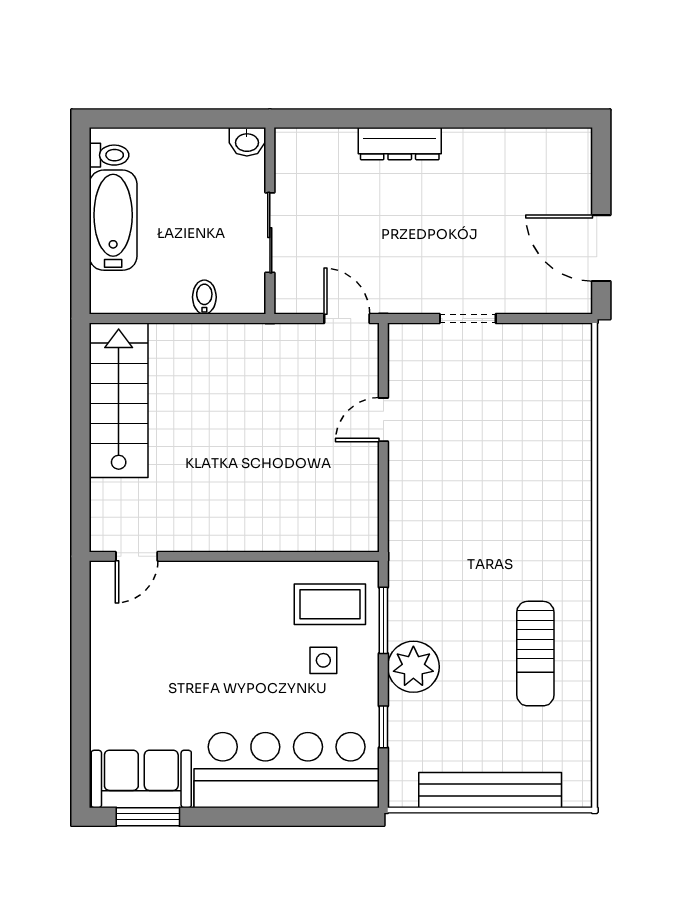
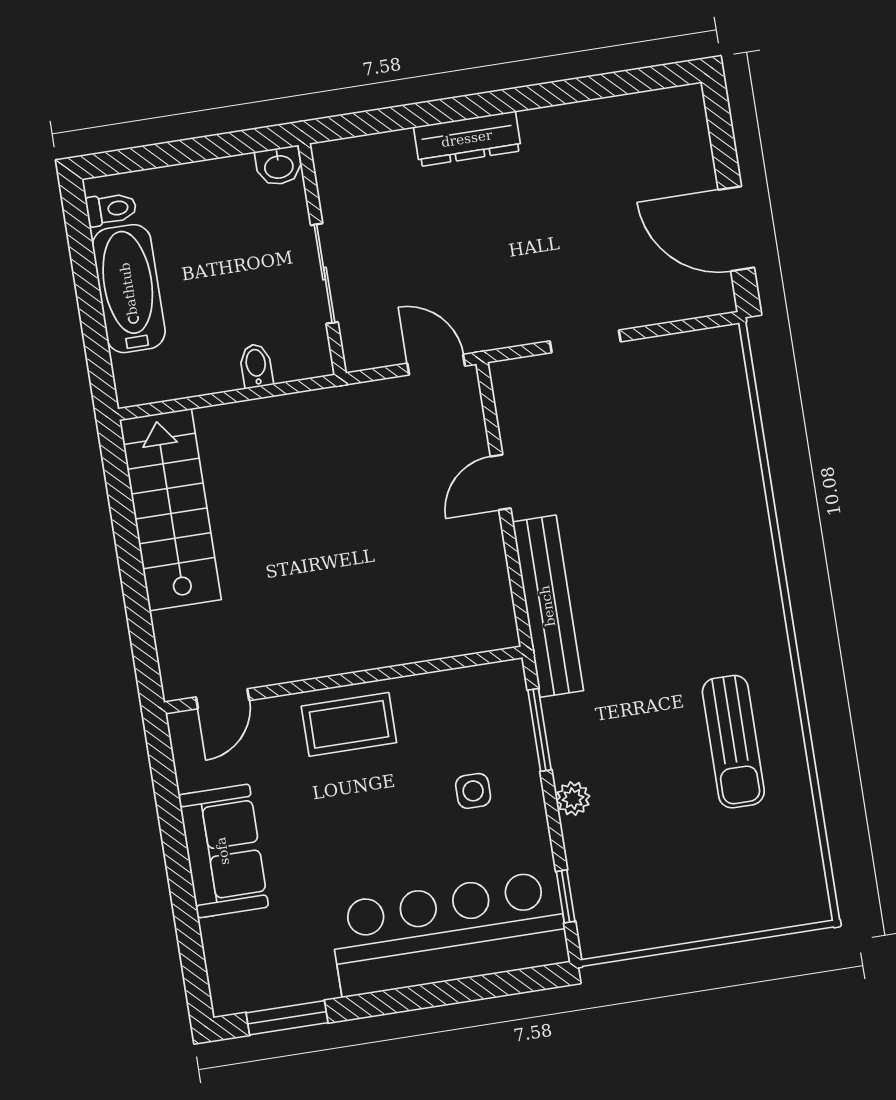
coffee table: (330, 604) -> (349, 724), moved
plant: (413, 667) -> (573, 799), width x0.53, depth x0.53
window: (383, 727) -> (566, 896), moved
sofa: (141, 779) -> (223, 851), moved, turned 90
bench: (490, 790) -> (548, 606), moved, turned 90

